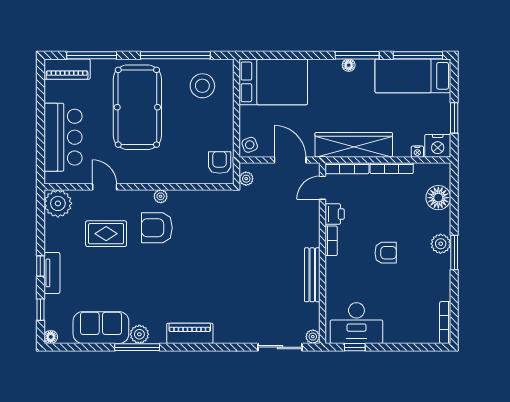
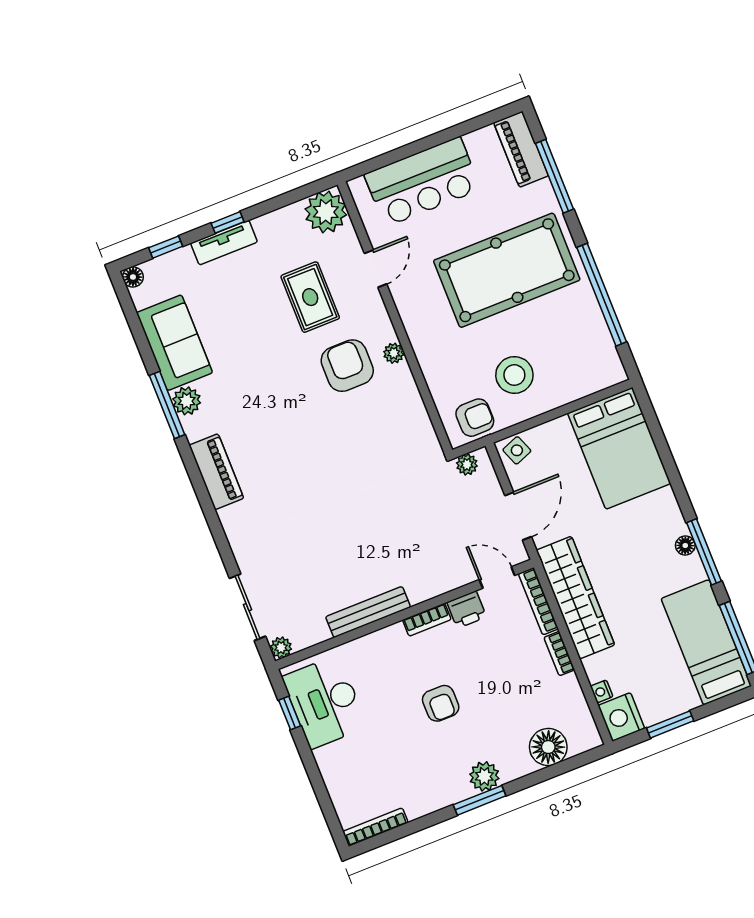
stool: (202, 86) -> (514, 375), moved
bookcase: (392, 168) -> (559, 654), width x0.64

